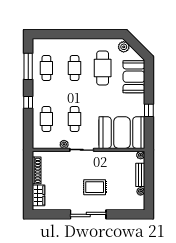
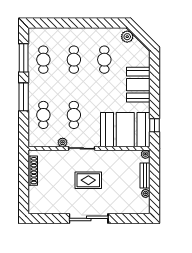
cafe table: (103, 68) -> (104, 60), width x0.73, depth x0.74
booth: (134, 77) -> (138, 85), moved
window: (28, 102) -> (24, 97), width x2.17
window: (149, 110) -> (155, 125), moved
rug: (95, 187) -> (88, 180), moved
wardrobe: (39, 195) -> (35, 198), removed

